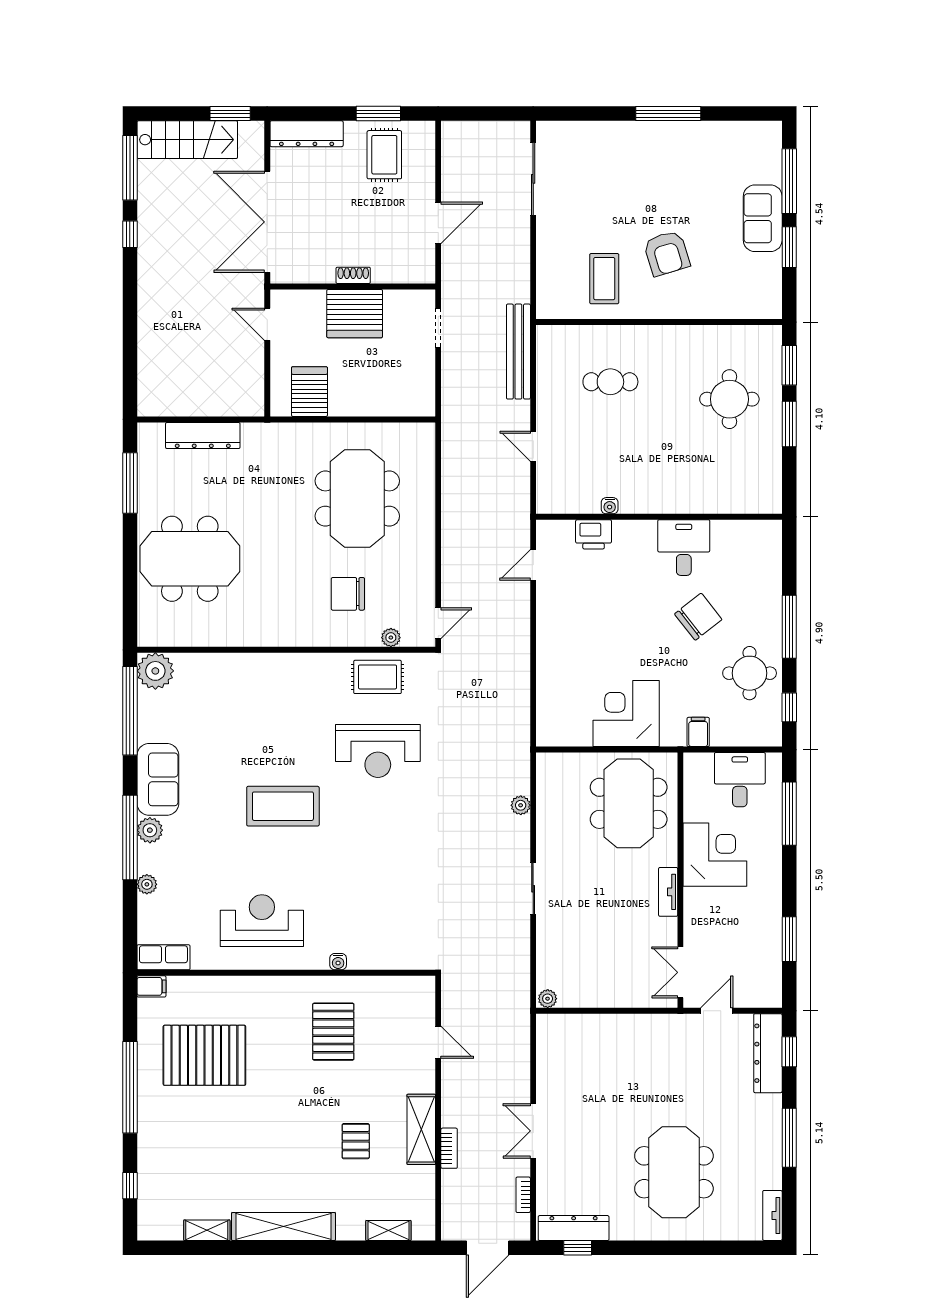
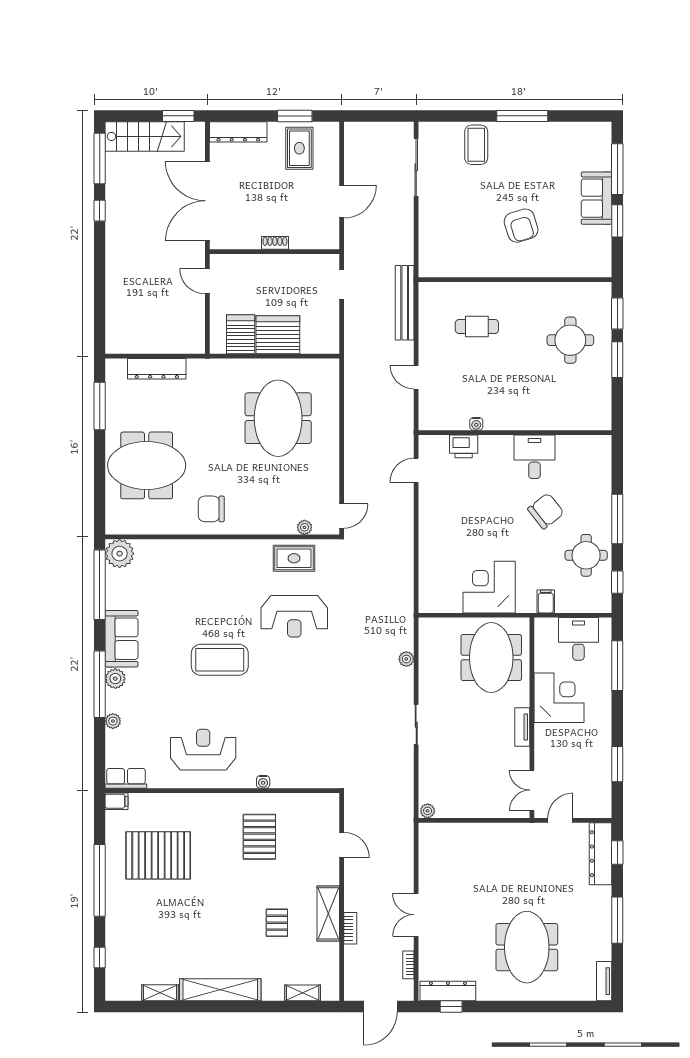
coffee table: (604, 279) -> (476, 145), moved
server rack: (355, 314) -> (278, 335), moved, turned 180
chair: (348, 594) -> (211, 509), moved

